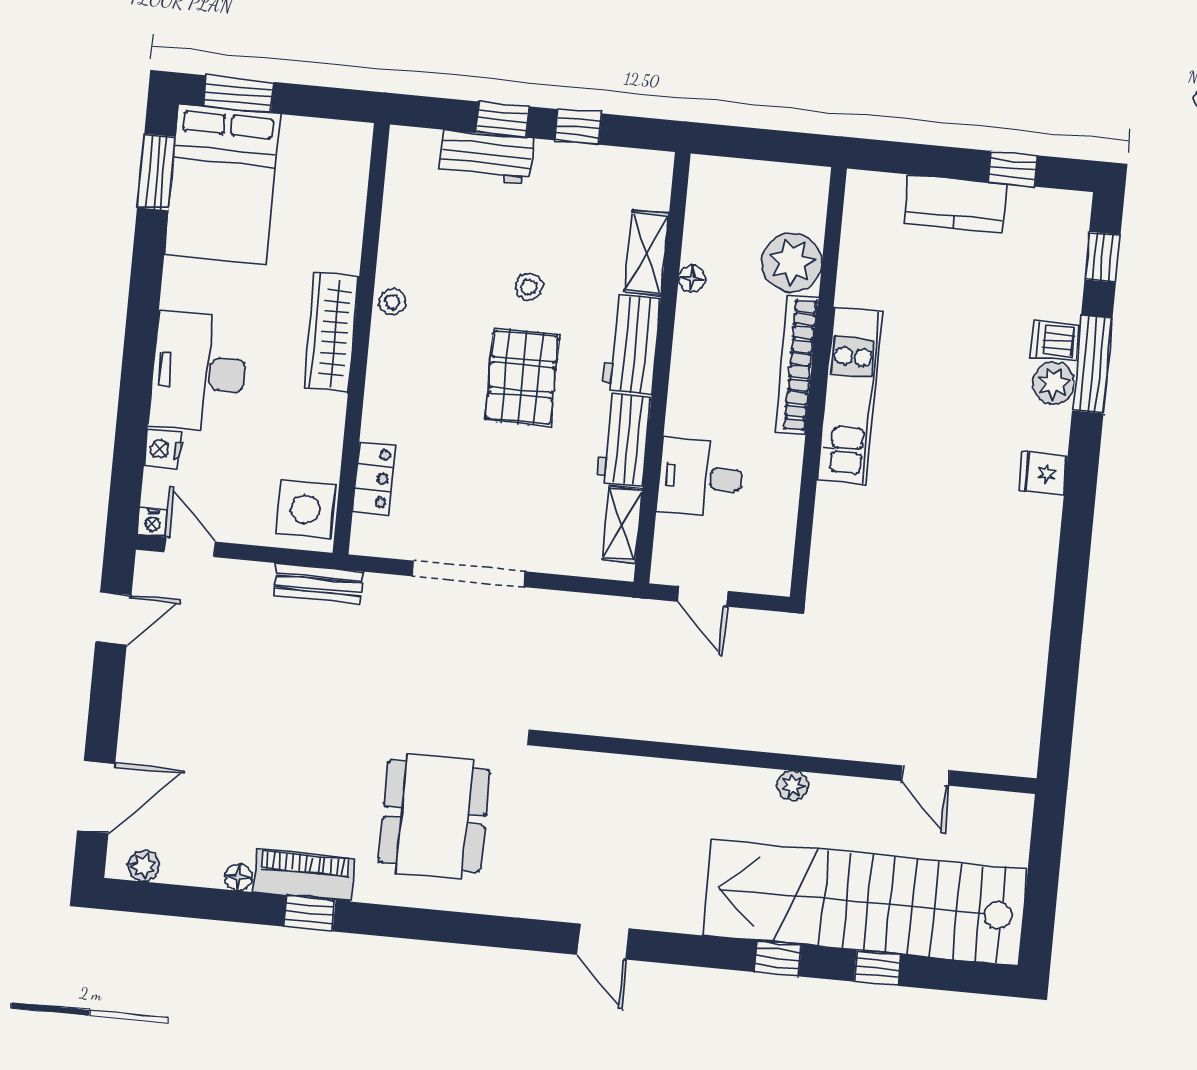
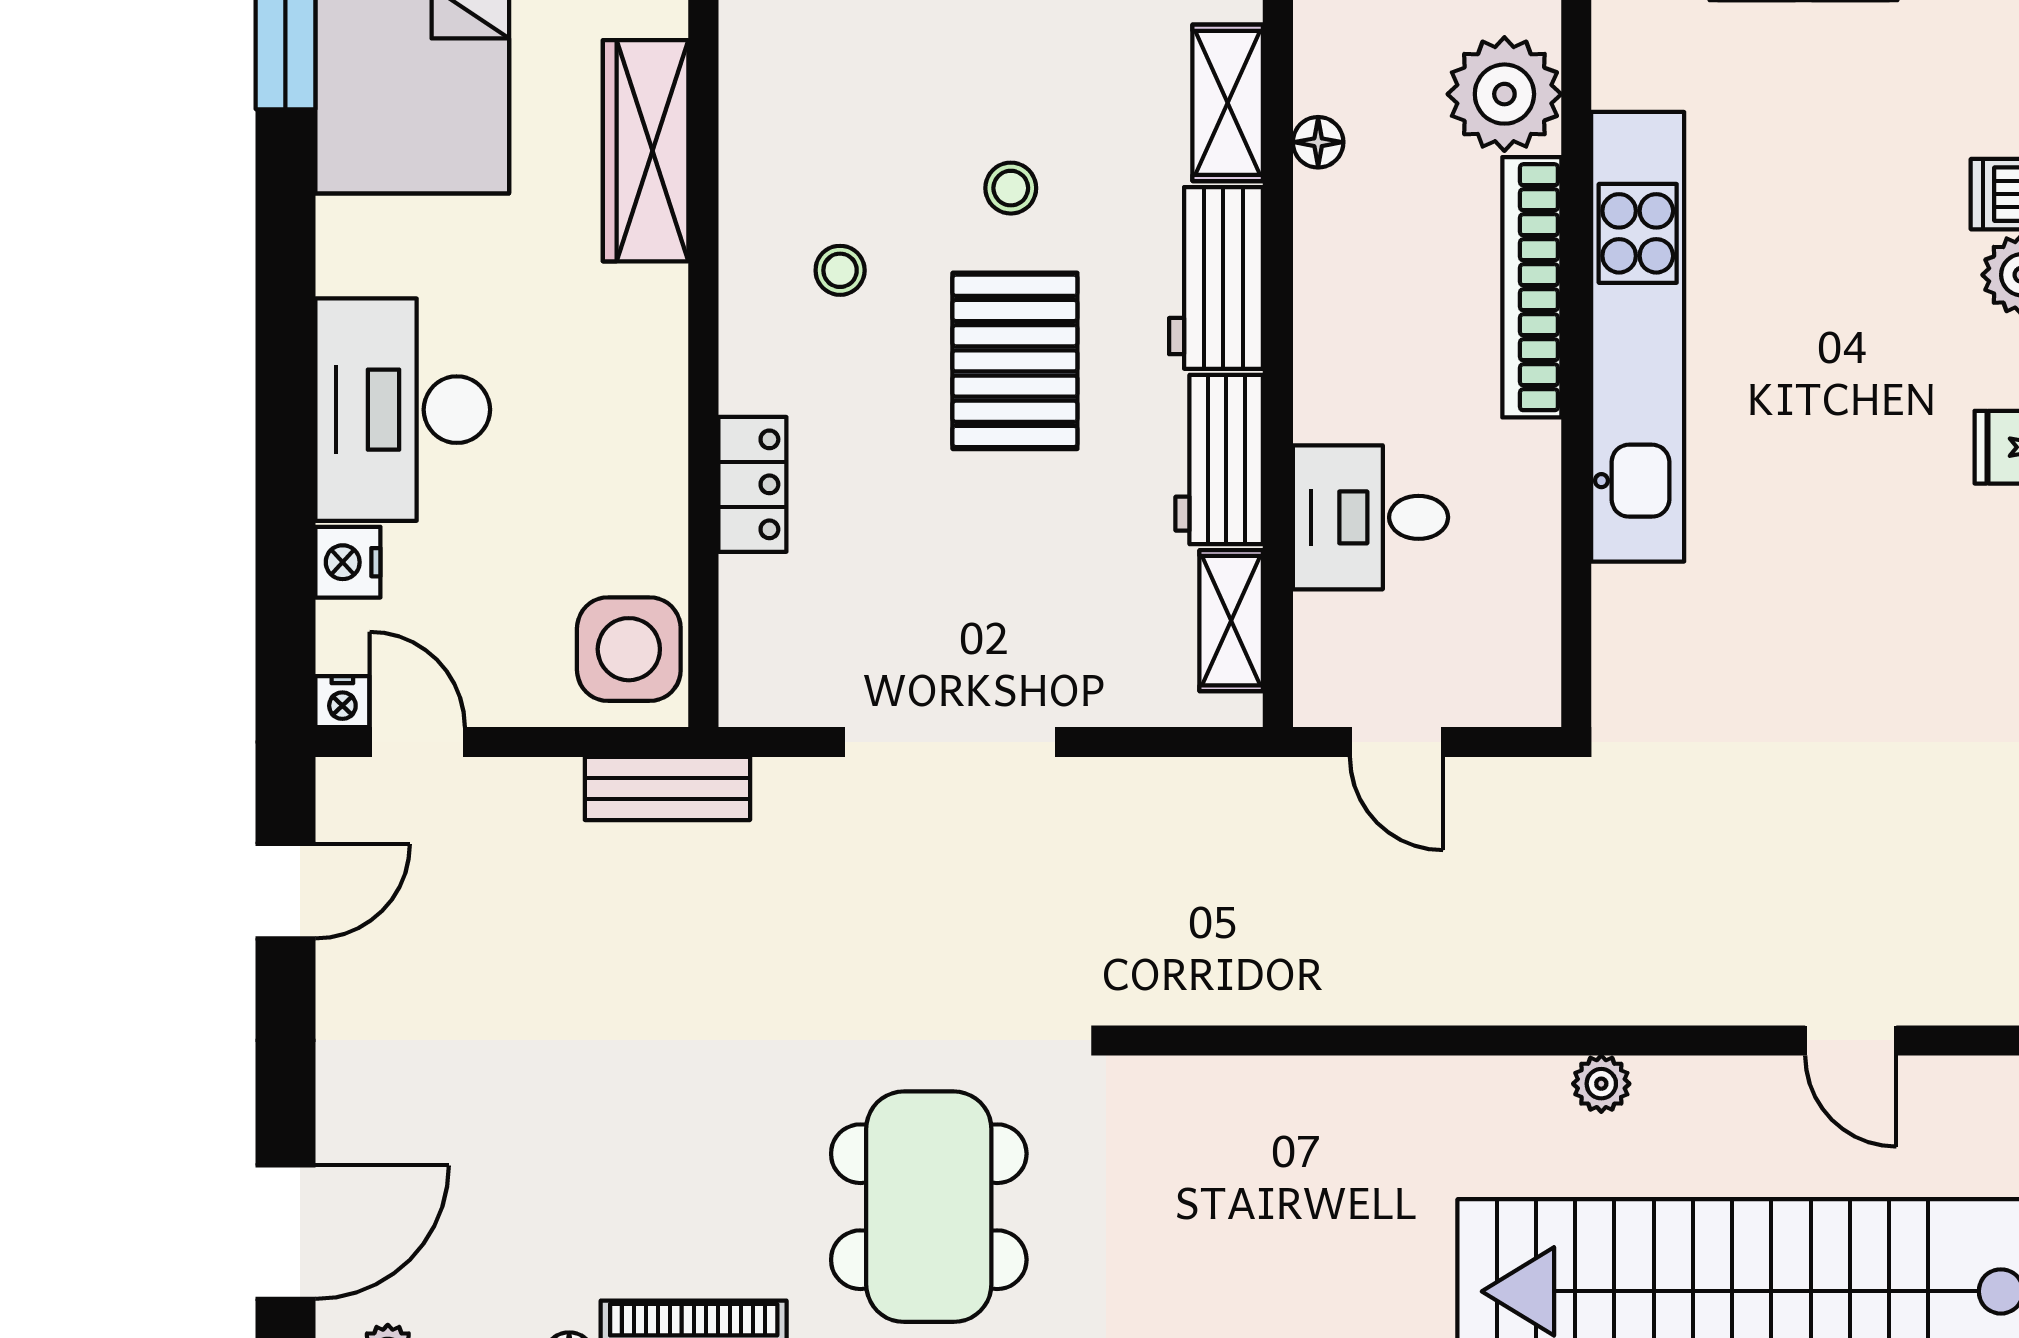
stool: (392, 302) -> (840, 270), moved
wardrobe: (331, 332) -> (646, 151), moved
kitchen unit: (849, 396) -> (1638, 337), width x1.36
locker: (374, 478) -> (752, 484), moved

